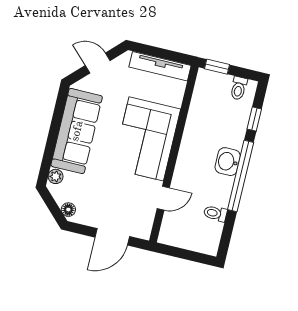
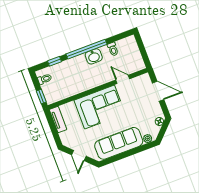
tv unit: (160, 66) -> (58, 120), width x0.71
washbasin: (228, 162) -> (94, 56), moved

